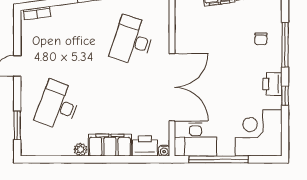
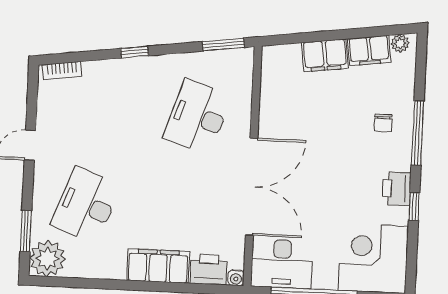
plant: (81, 150) -> (47, 259), moved, width x1.87, depth x1.87

